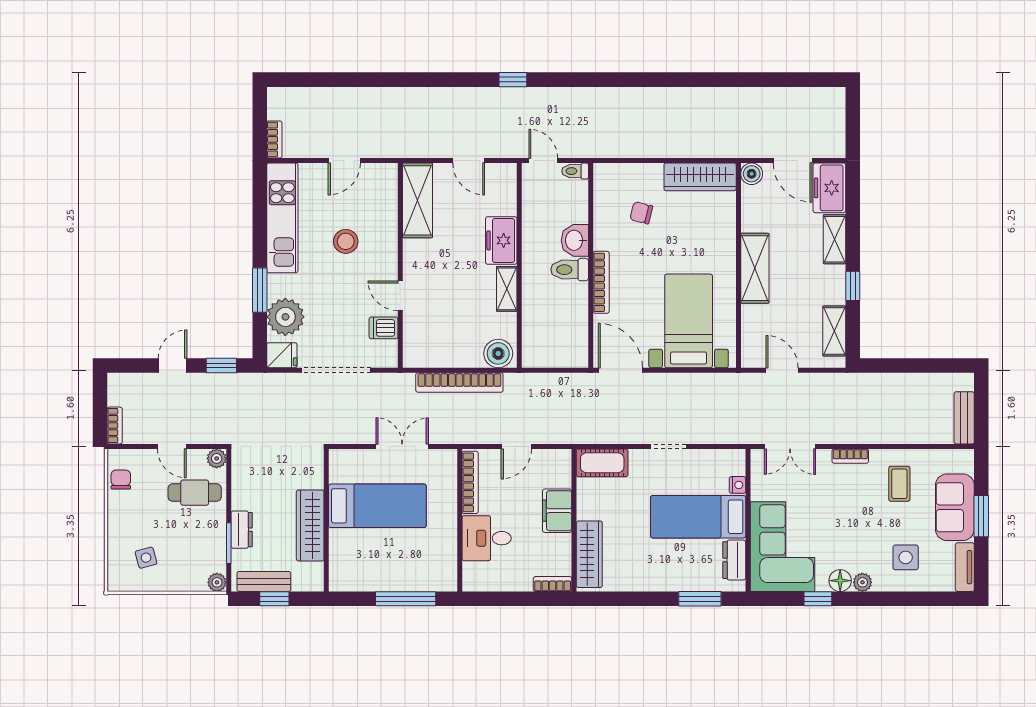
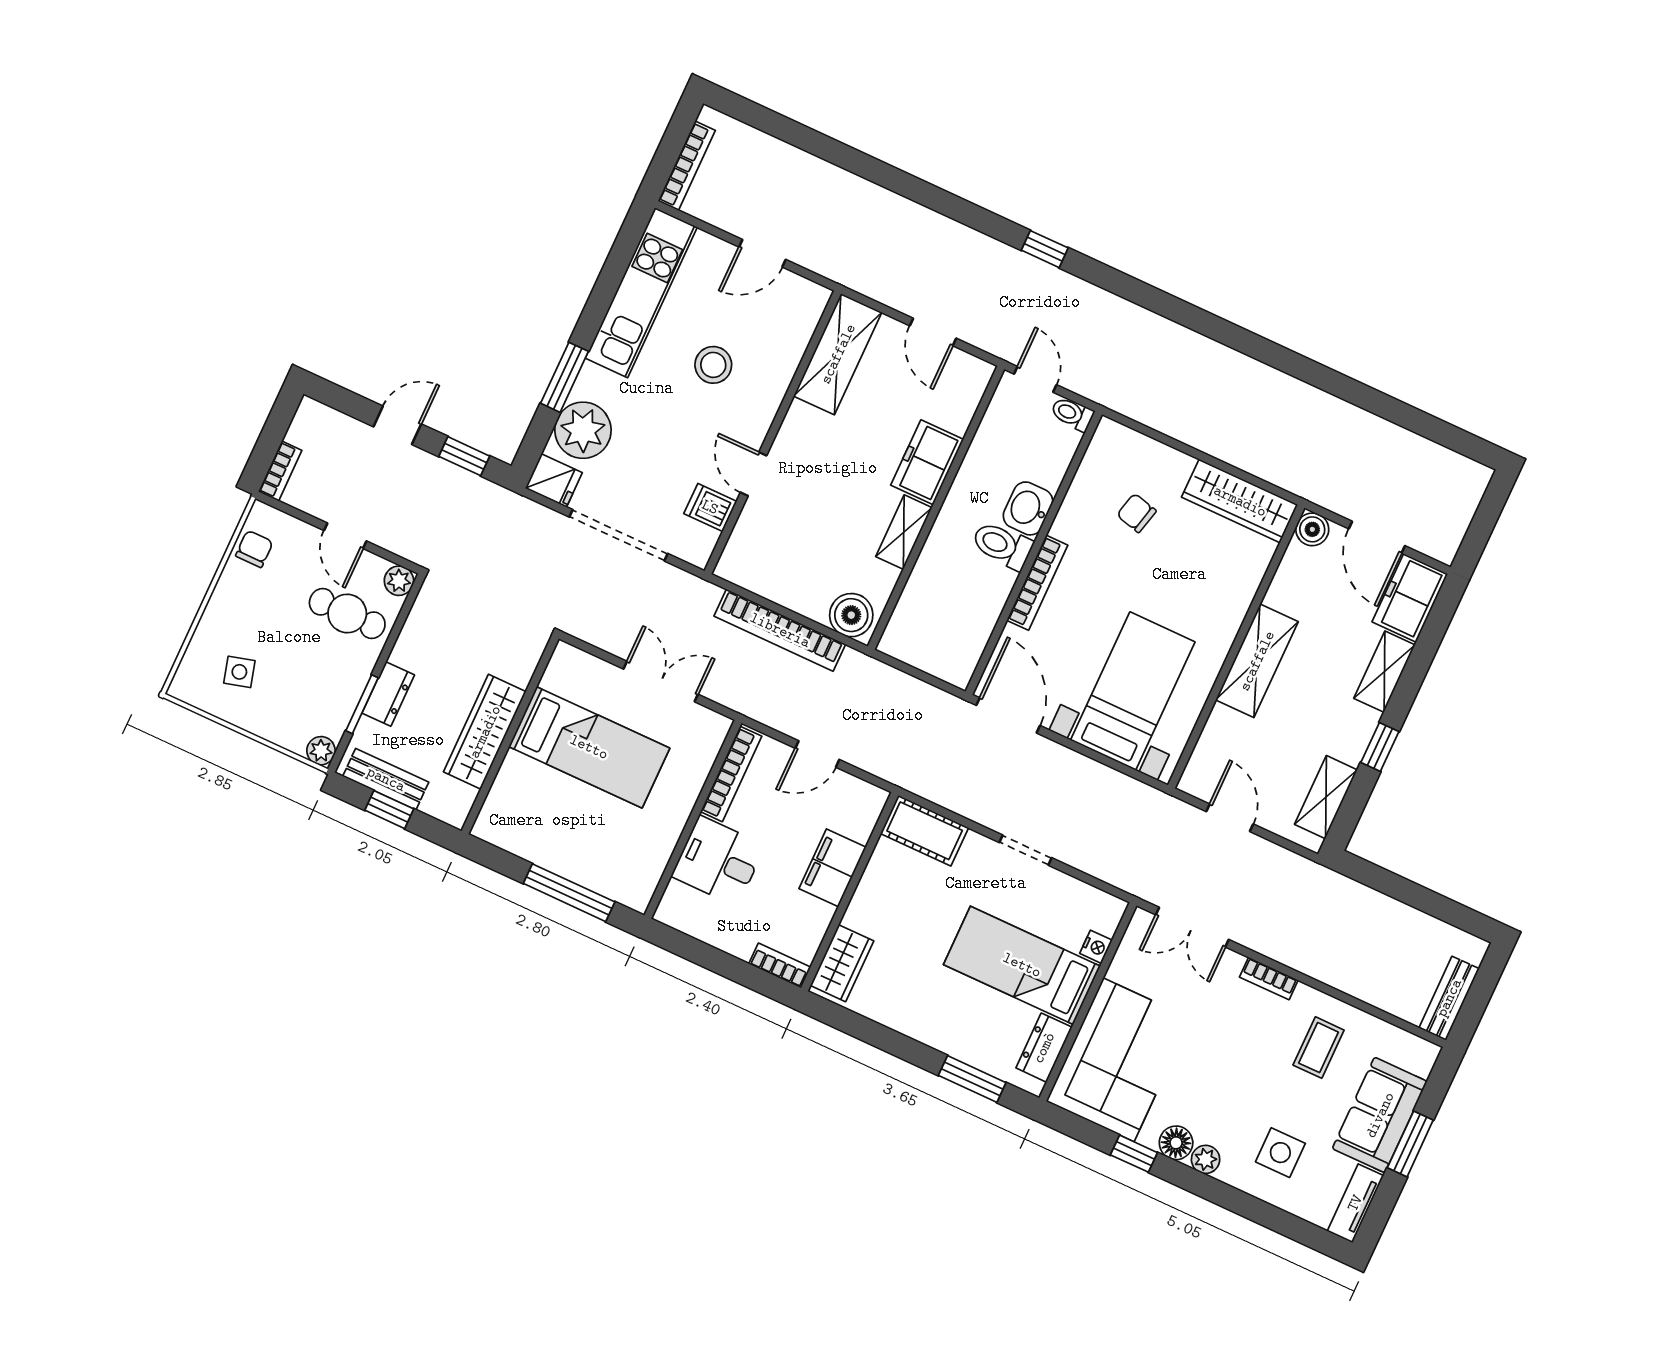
bookcase: (274, 139) -> (687, 166), width x1.56
wardrobe: (589, 554) -> (842, 963), width x0.67

